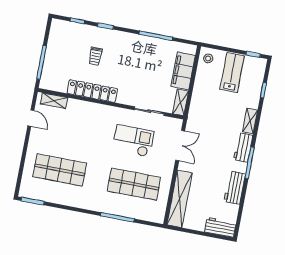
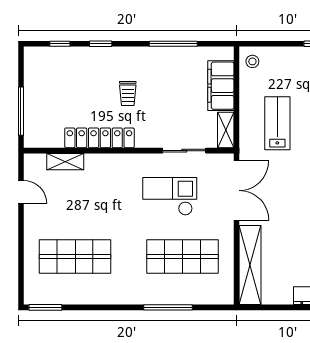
trolley: (95, 56) -> (128, 94), moved
lab bench: (232, 73) -> (277, 123), moved
shelving: (54, 101) -> (65, 162), moved
double door: (180, 146) -> (236, 190), width x1.37

